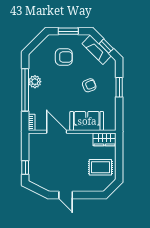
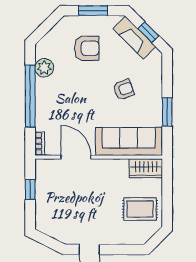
plant: (35, 82) -> (44, 68), moved
window: (119, 87) -> (167, 112), moved
sofa: (87, 121) -> (129, 141), width x1.36
window: (25, 167) -> (30, 190), moved

